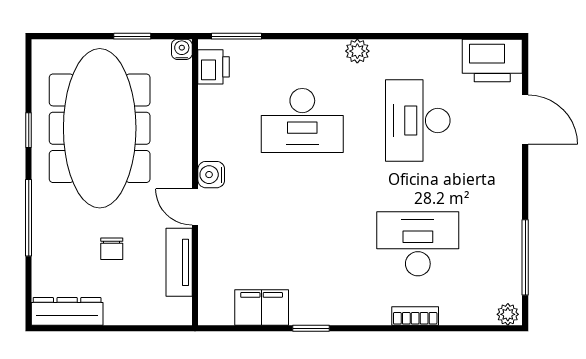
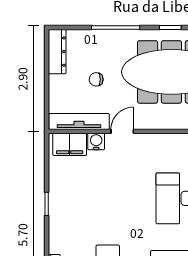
water cooler: (211, 175) -> (96, 142), moved
tv unit: (179, 262) -> (79, 121), width x1.41
filing cabinet: (262, 307) -> (70, 144), moved, turned 90

